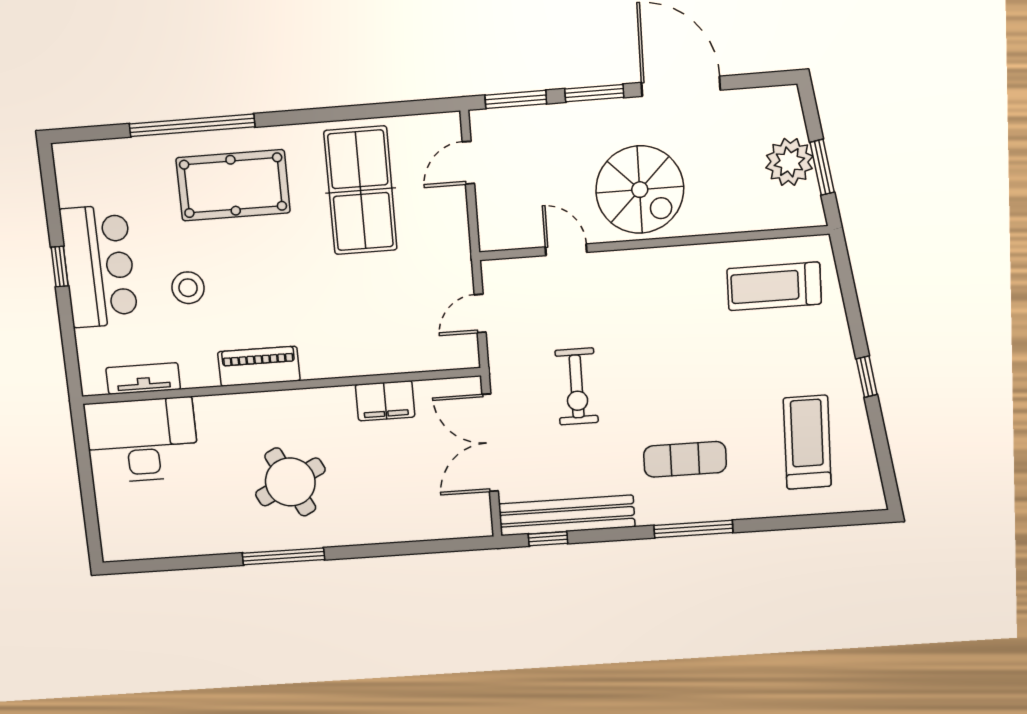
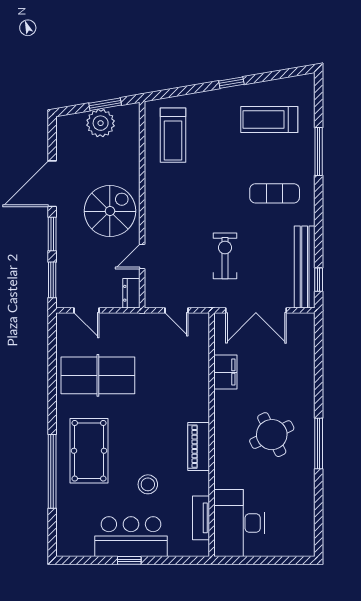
dresser: (503, 236) -> (131, 293), added
exercise bike: (577, 387) -> (225, 256), turned -90
exercise mat: (685, 459) -> (275, 193), turned 90
window: (693, 529) -> (319, 152), moved

